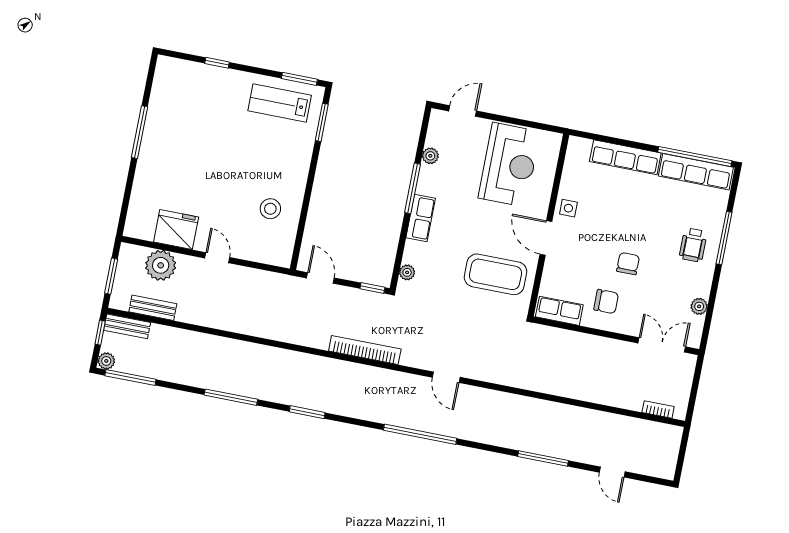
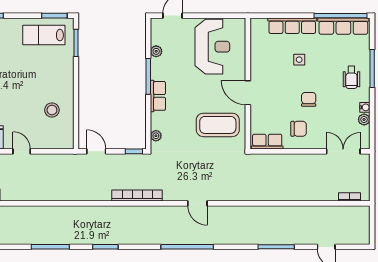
side table: (568, 208) -> (299, 60), moved
water cooler: (704, 290) -> (365, 107), added

